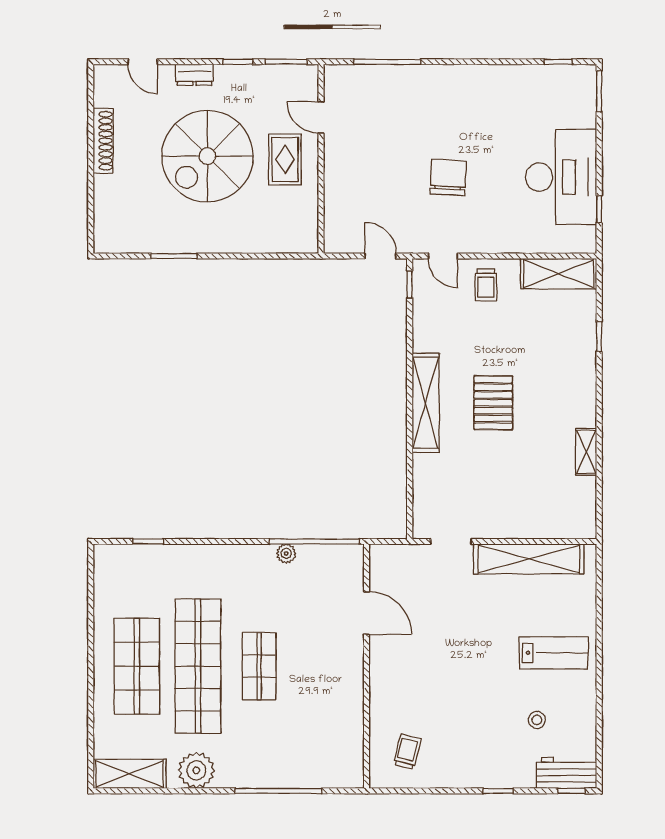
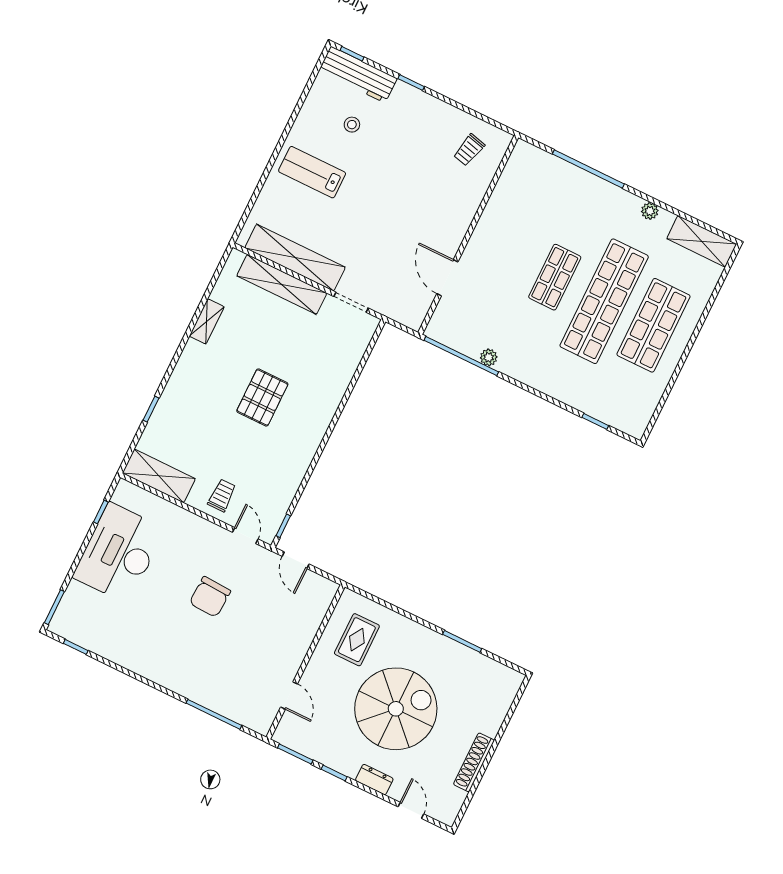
rug: (285, 159) -> (357, 640), moved
shelving: (426, 403) -> (282, 284), moved, turned 90
plant: (196, 770) -> (650, 211), width x0.53, depth x0.53
workbench: (567, 773) -> (358, 75), width x1.38

